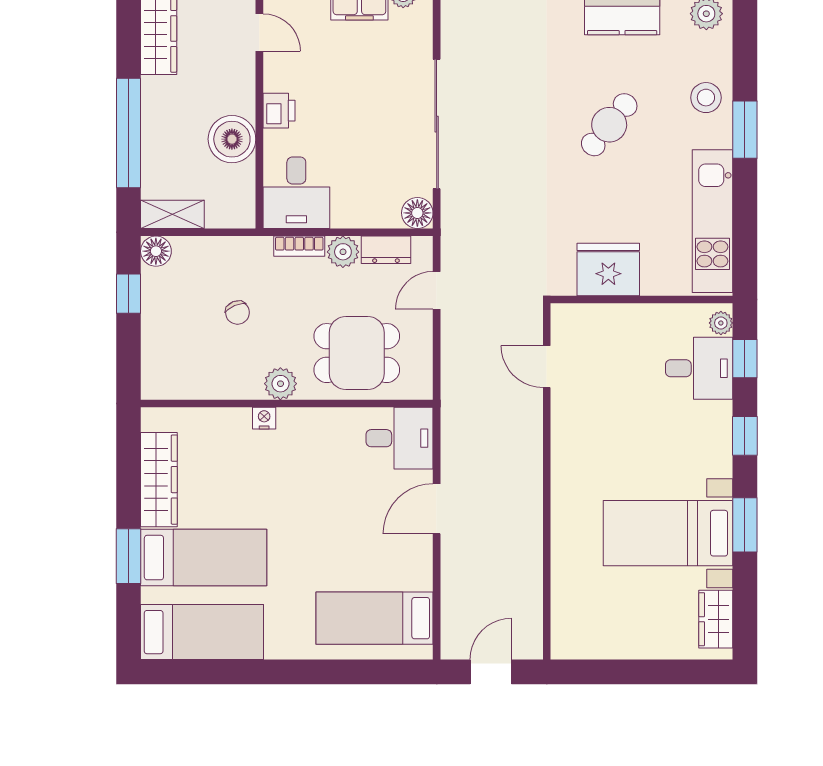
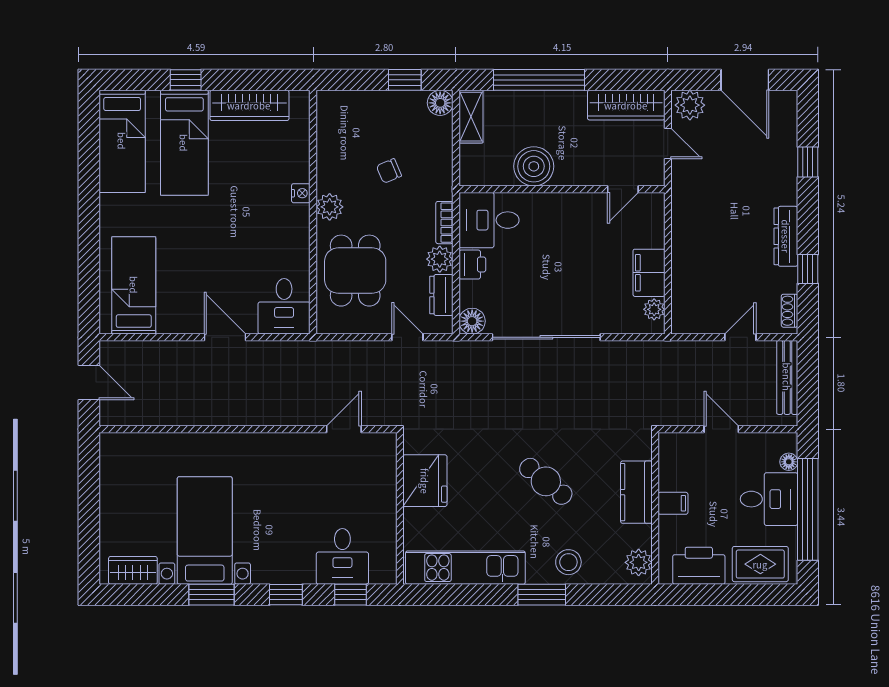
printer: (279, 111) -> (472, 265), moved, turned -90
plant: (721, 323) -> (380, 575), removed
window: (128, 556) -> (186, 80), width x0.67

